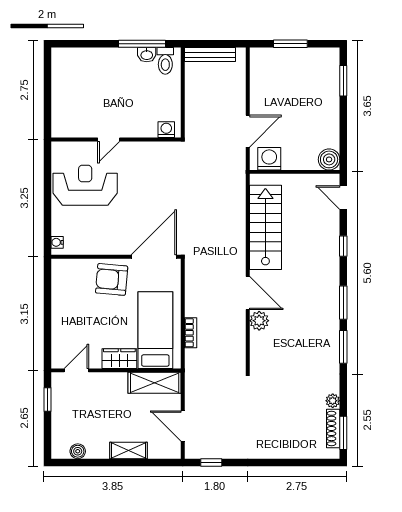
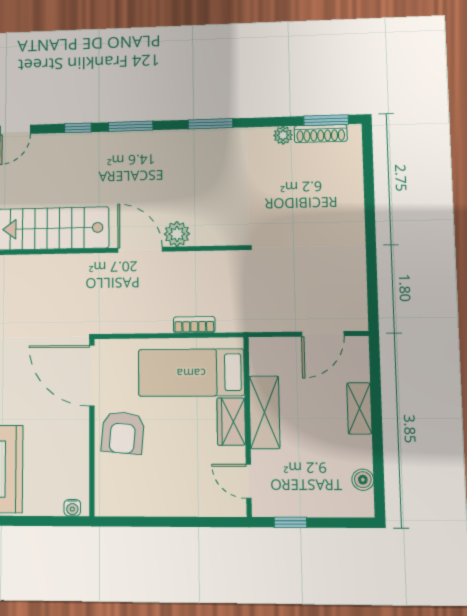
door: (248, 293) -> (140, 250), hinge flipped
window: (343, 303) -> (131, 126), moved
shelving: (155, 383) -> (264, 412), moved
window: (211, 462) -> (372, 294), removed

